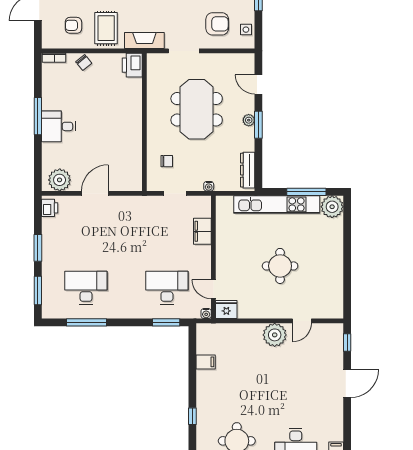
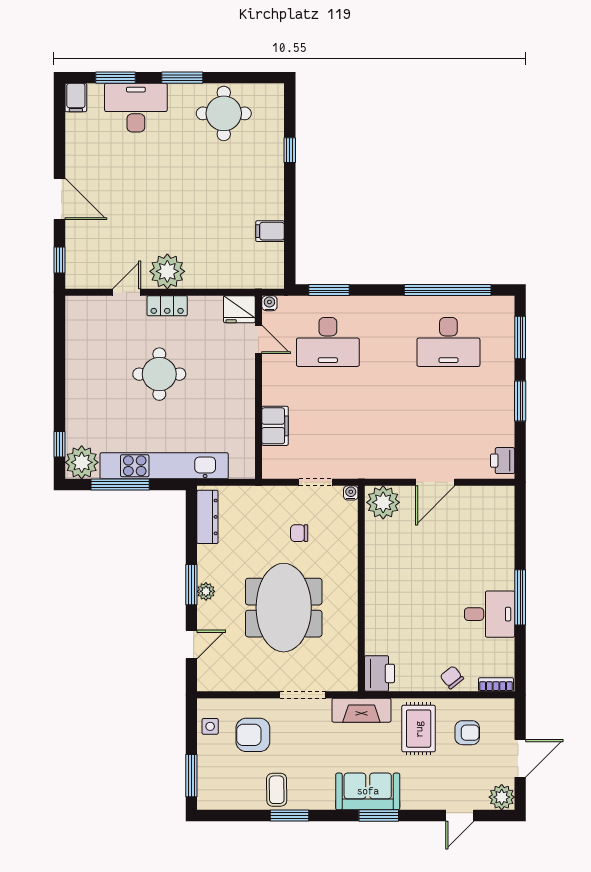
door: (258, 84) -> (191, 645), hinge flipped
desk: (58, 126) -> (490, 614), moved
chair: (167, 161) -> (299, 533), moved
plant: (60, 180) -> (383, 502), moved
water cooler: (209, 186) -> (351, 493), moved
window: (347, 219) -> (59, 444), added
locker: (275, 312) -> (167, 306), added
window: (87, 322) -> (448, 290), width x1.46
door: (347, 383) -> (59, 199), swing flipped

